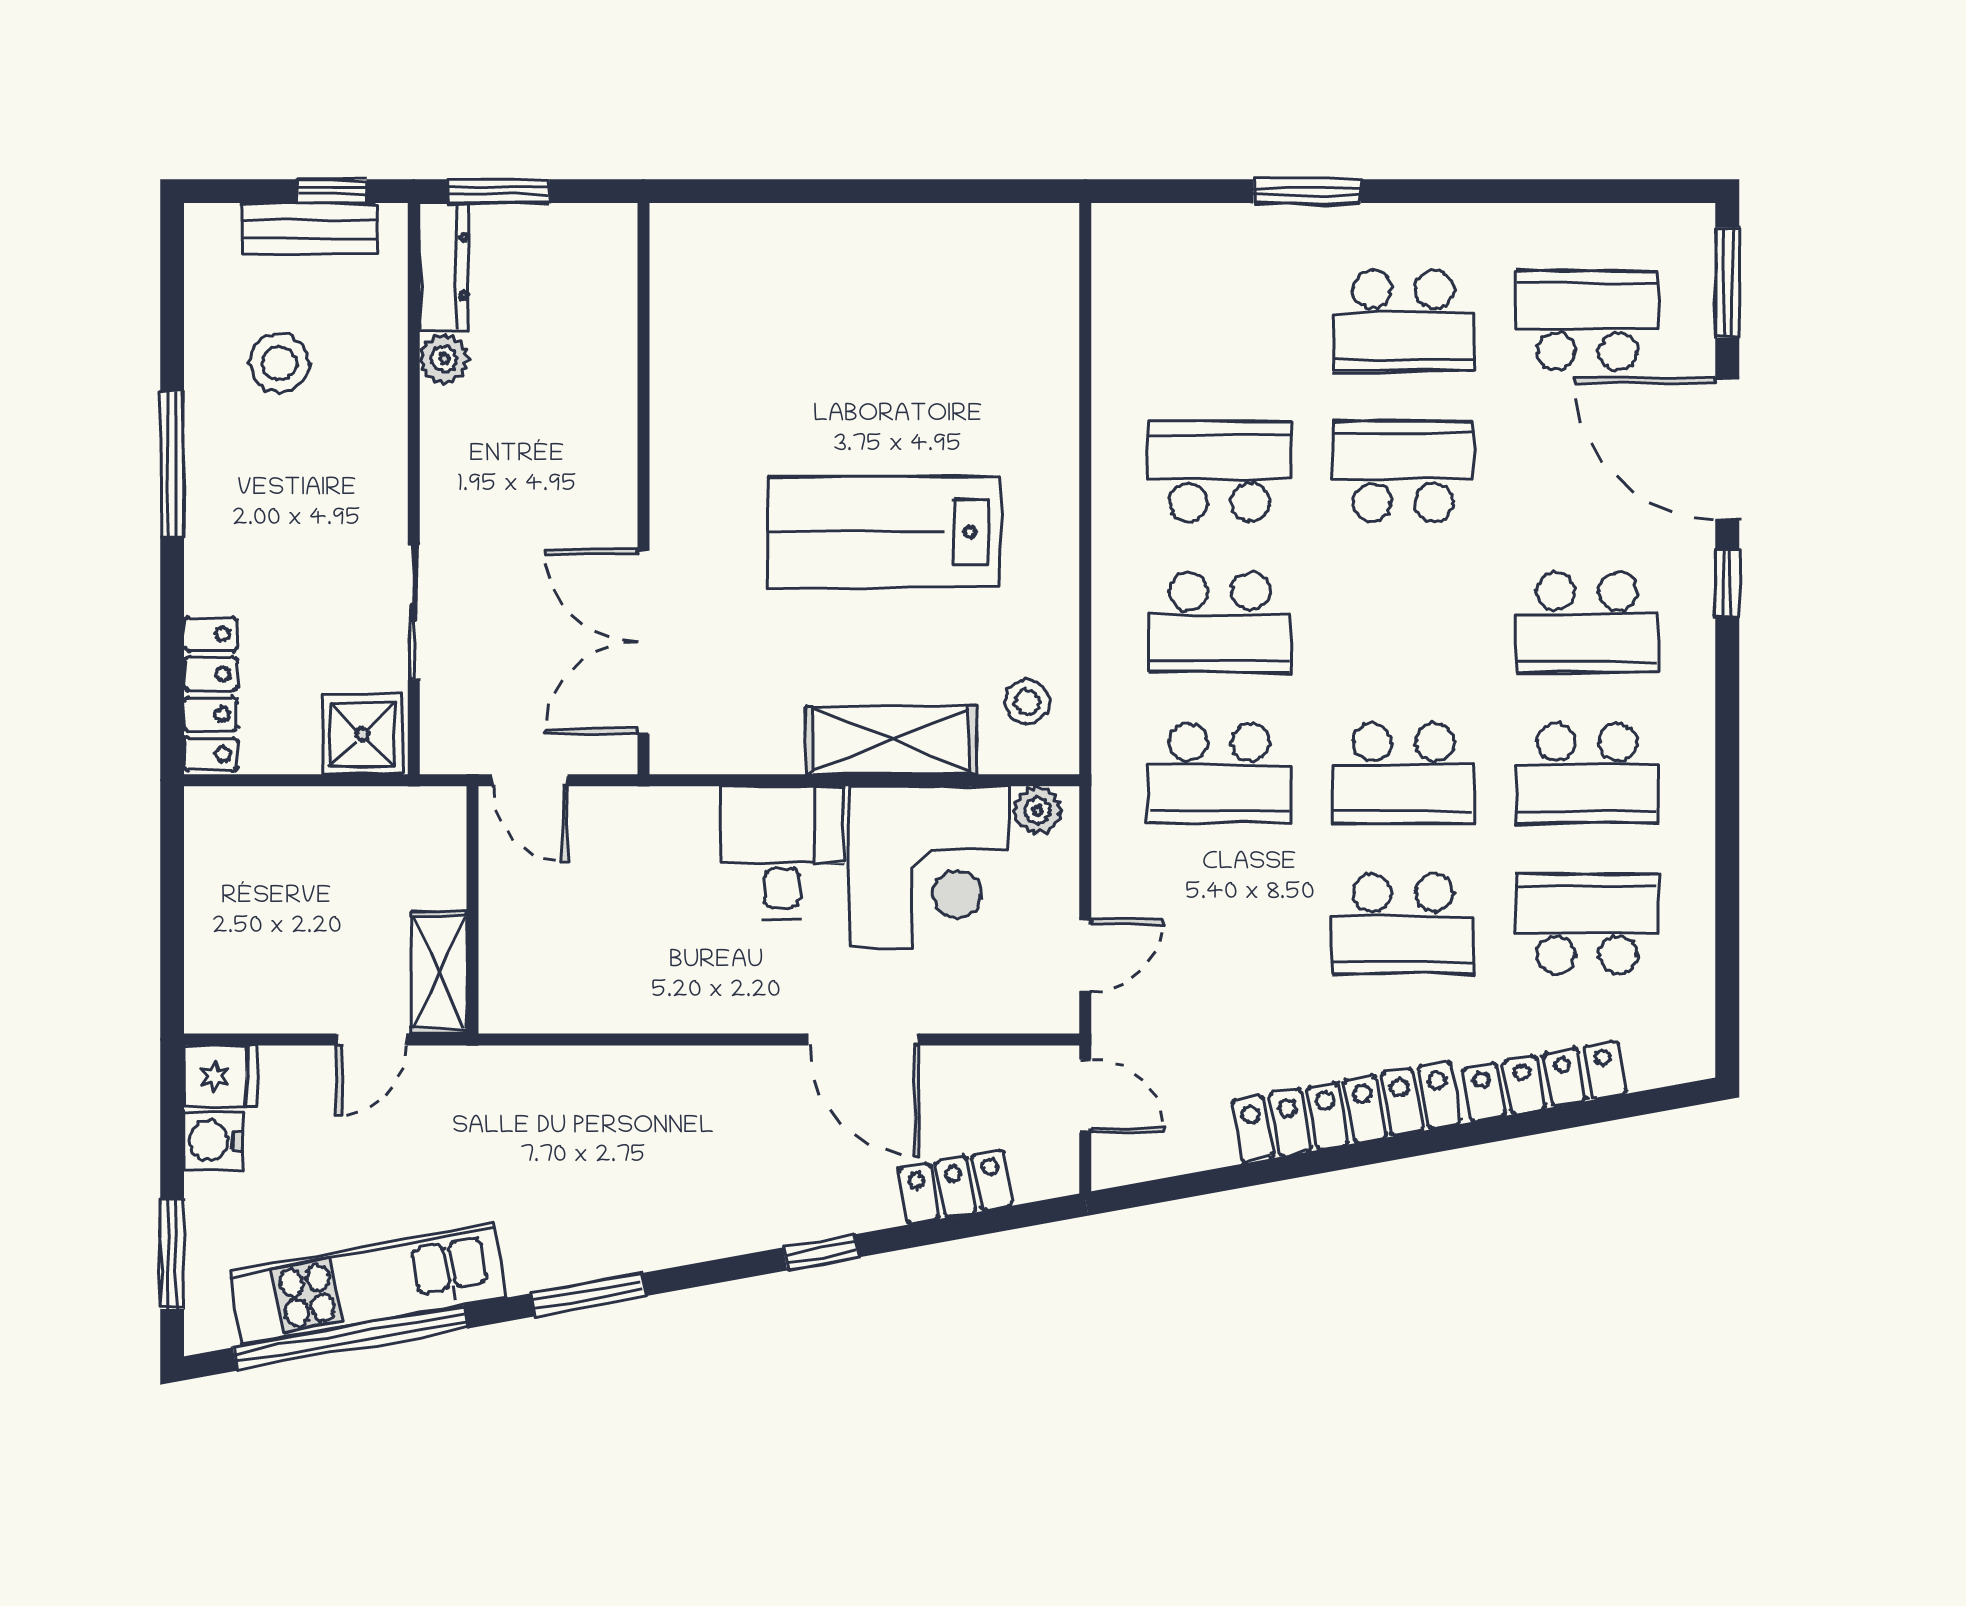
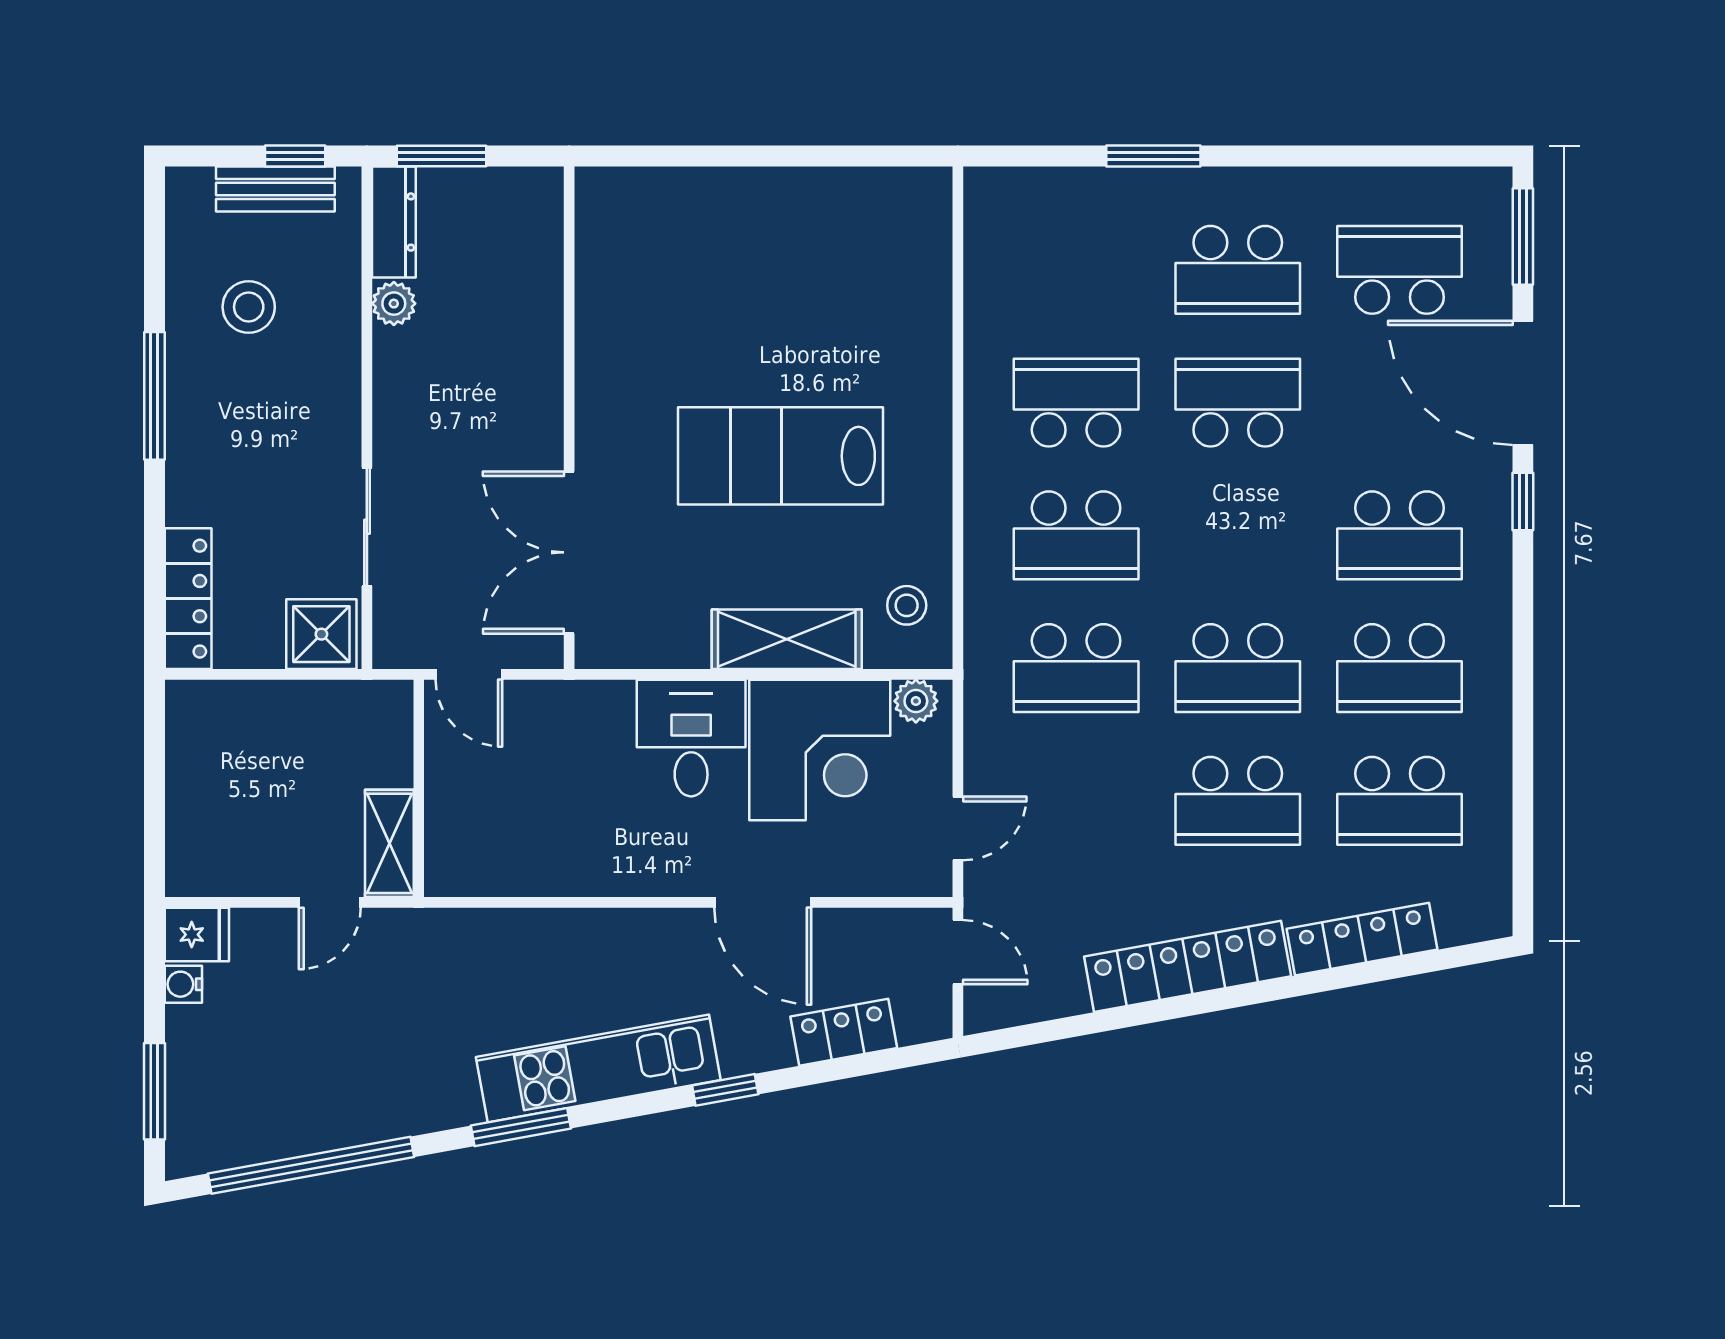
school desk: (1587, 924) -> (1399, 801), turned 180
water cooler: (213, 1140) -> (183, 984), width x0.72, depth x0.72
kitchen unit: (368, 1284) -> (598, 1069), moved

